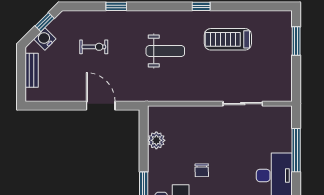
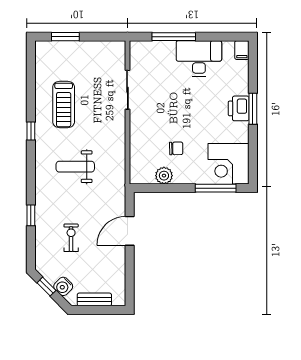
weight bench: (165, 51) -> (75, 167), turned -90
chair: (202, 170) -> (176, 148), moved

